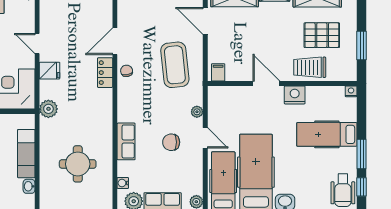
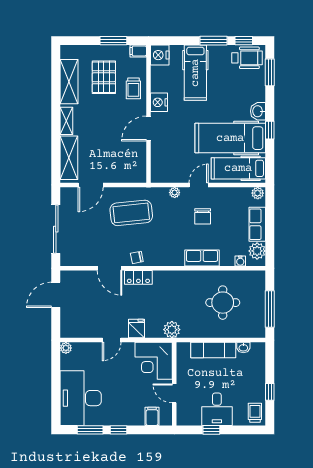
trolley: (310, 67) -> (133, 88), width x0.73, depth x0.72
filing cabinet: (218, 72) -> (138, 51), moved
nightstand: (351, 91) -> (160, 55), width x1.89, depth x1.79

